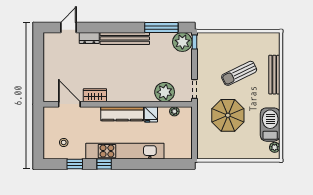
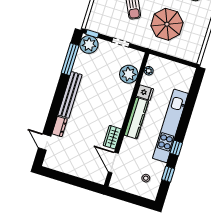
doorway: (194, 89) -> (121, 43), moved
door: (69, 104) -> (113, 163), hinge flipped

